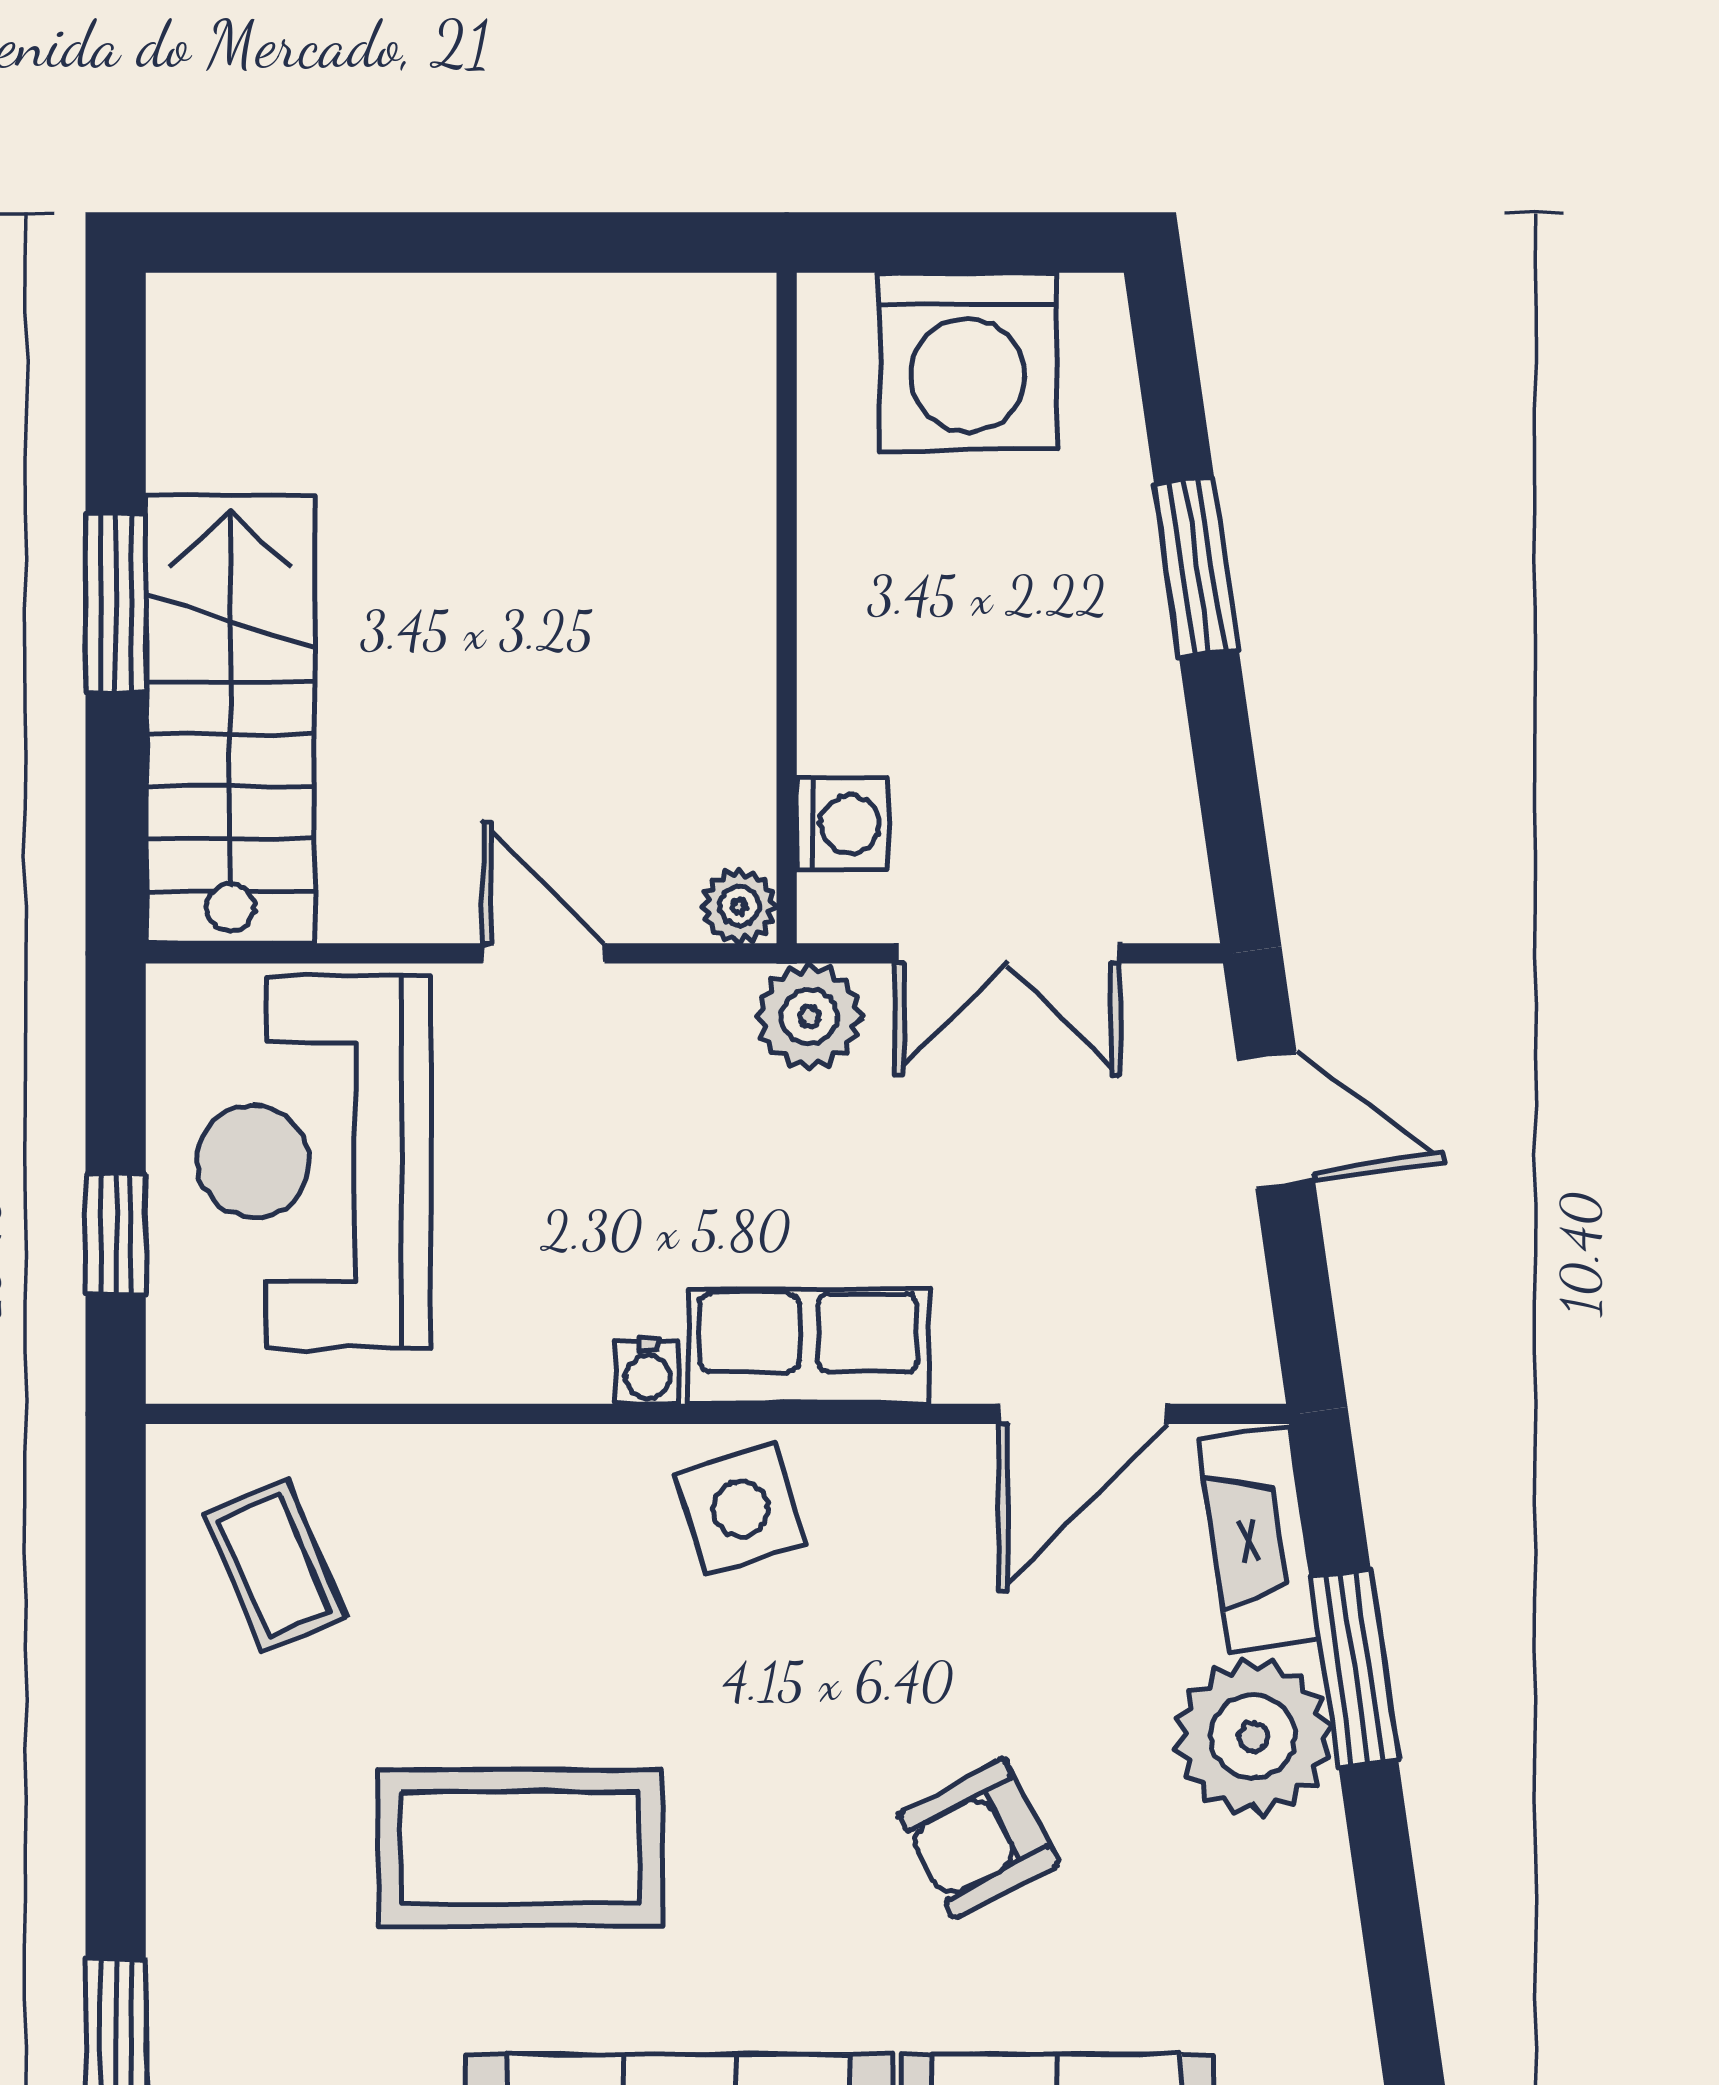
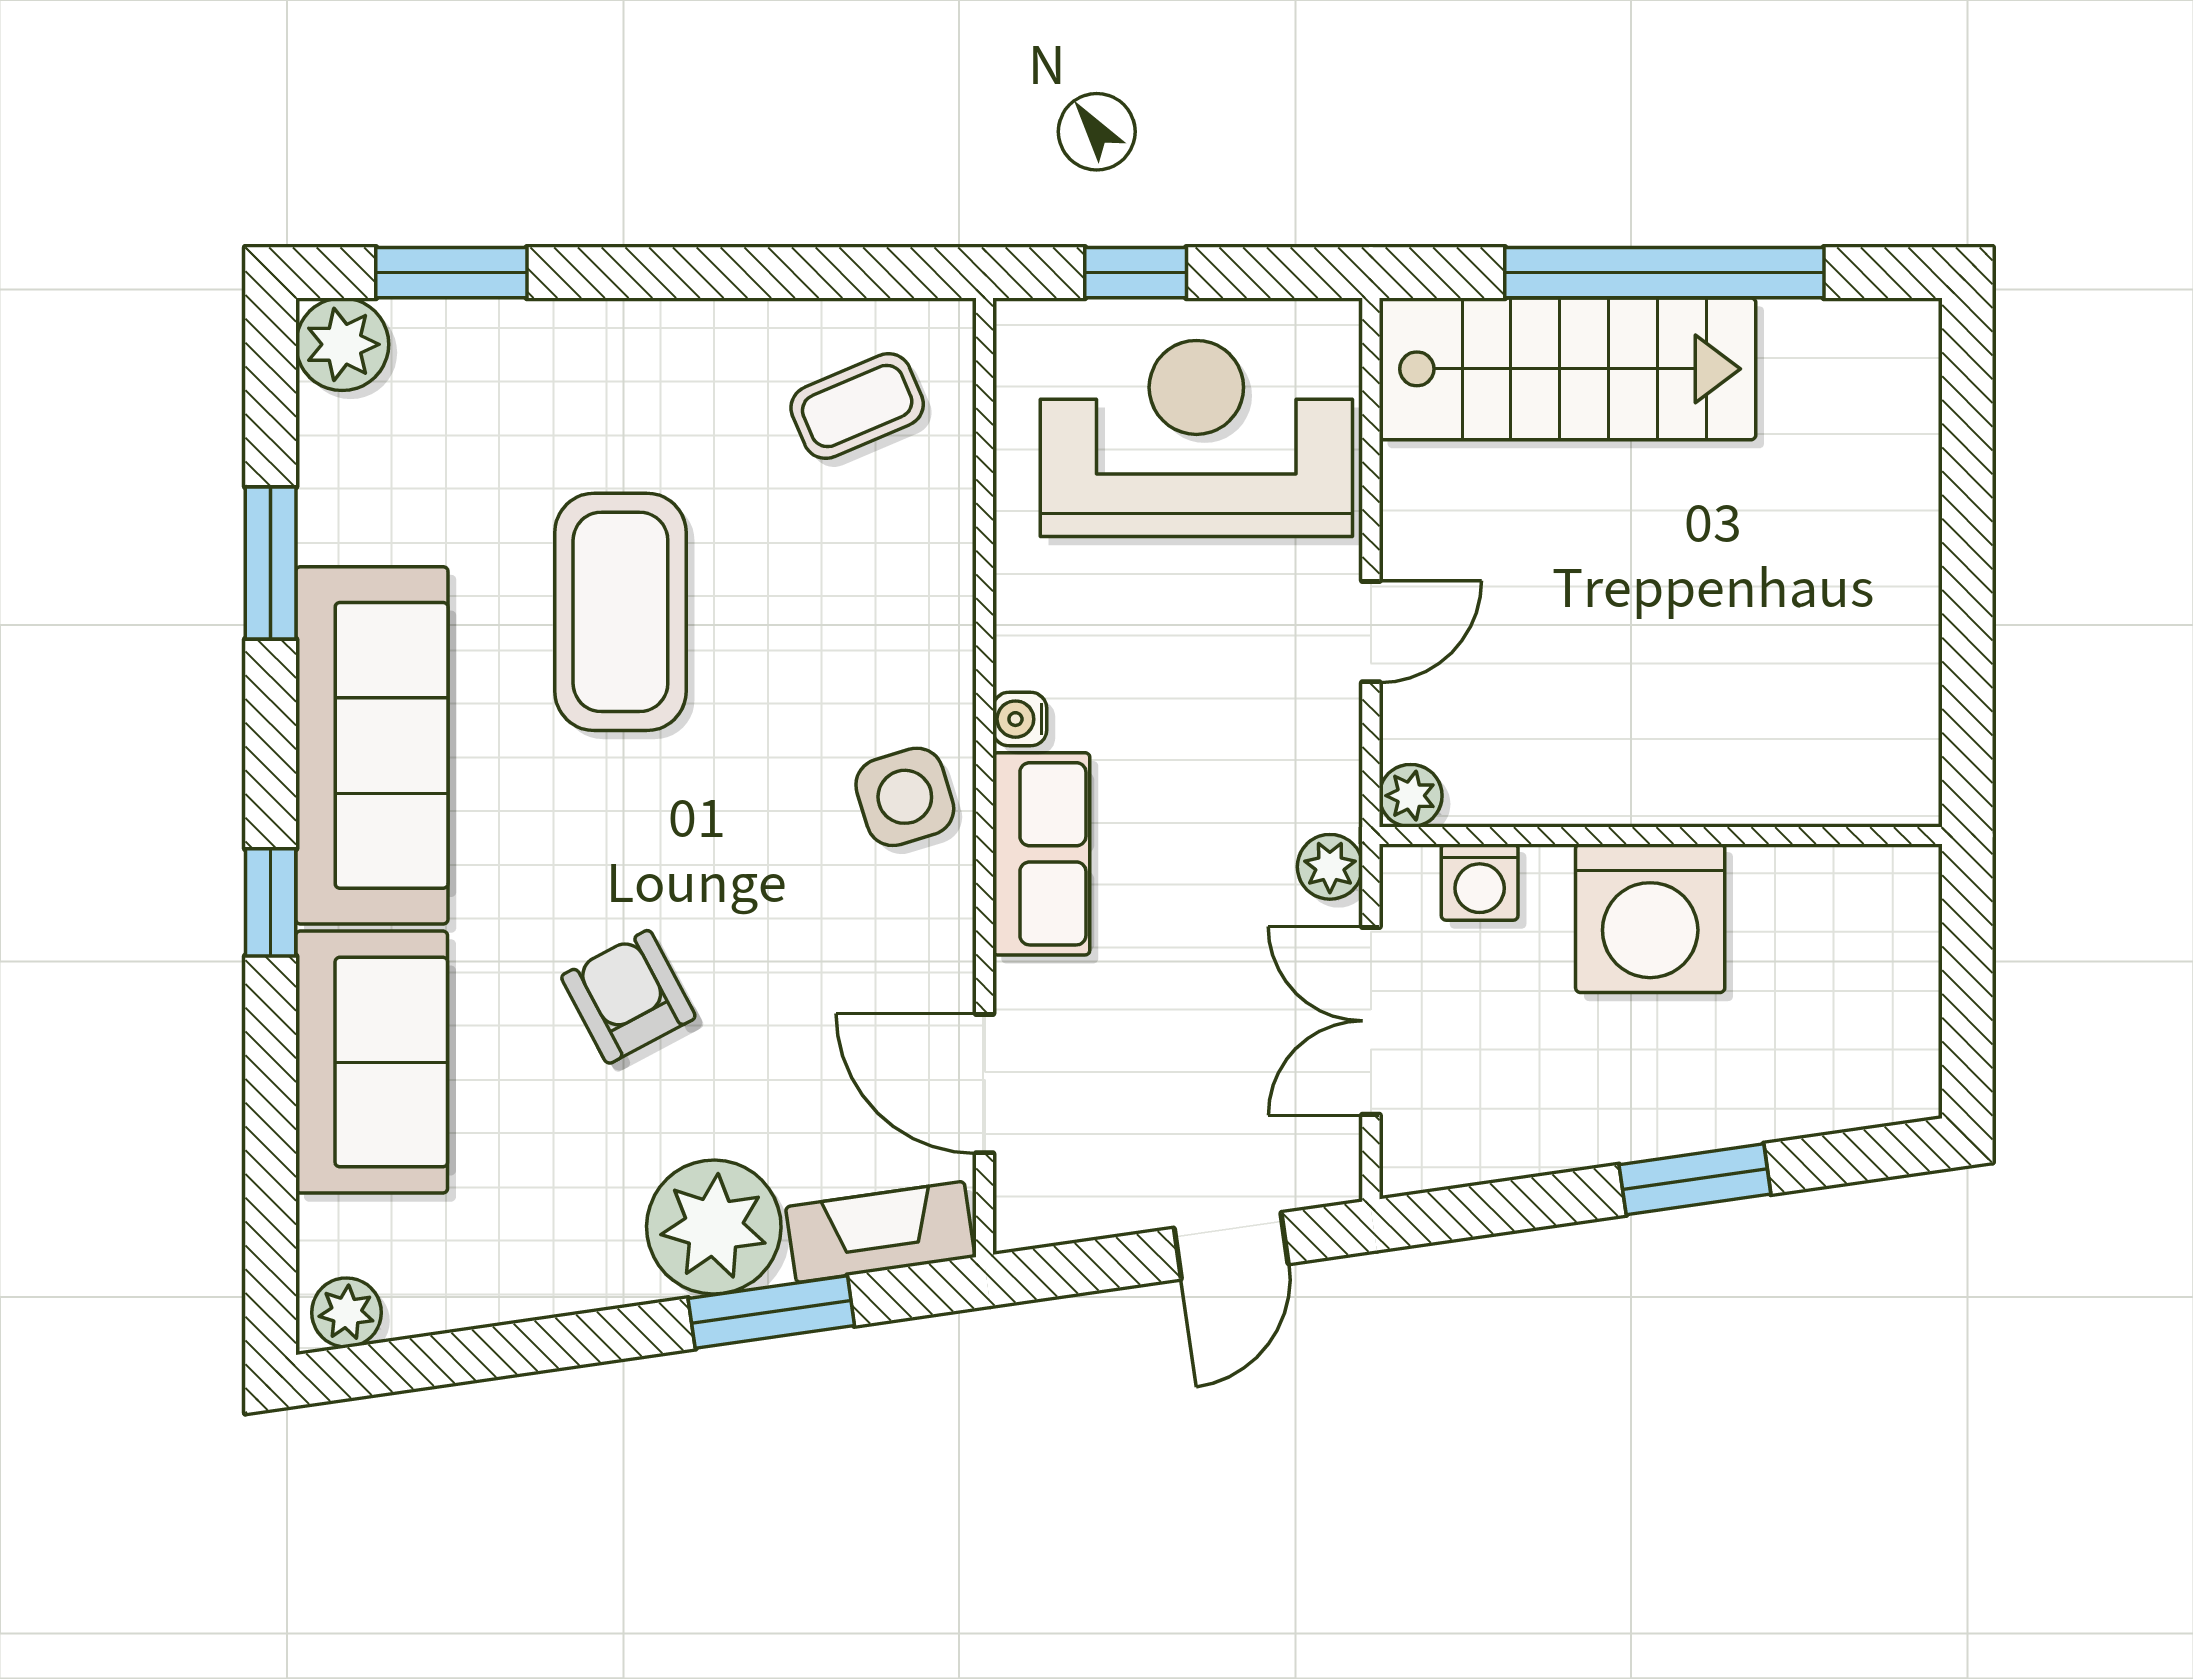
washing machine: (968, 361) -> (1650, 918), moved, turned -90
window: (116, 604) -> (1664, 273), width x2.11
plant: (809, 1017) -> (1330, 867), width x0.73, depth x0.73

